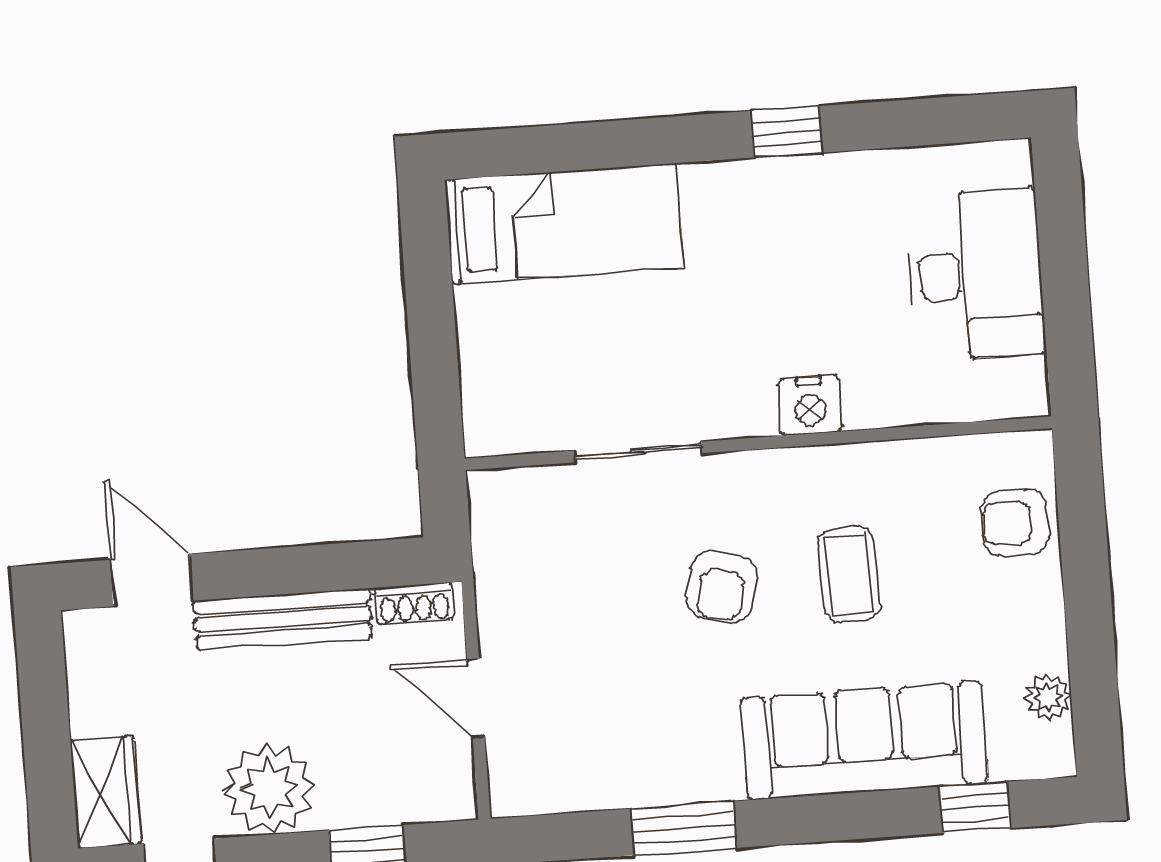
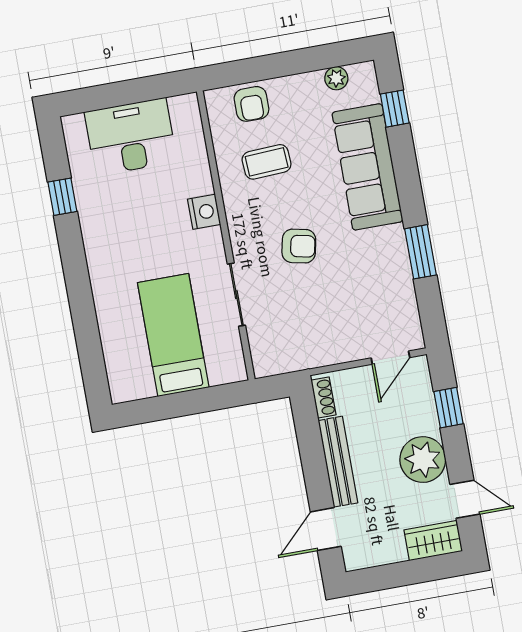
window: (787, 132) -> (62, 197), moved
bed: (564, 223) -> (173, 335), moved
coffee table: (849, 575) -> (267, 162), moved
door: (476, 698) -> (390, 358), moved

